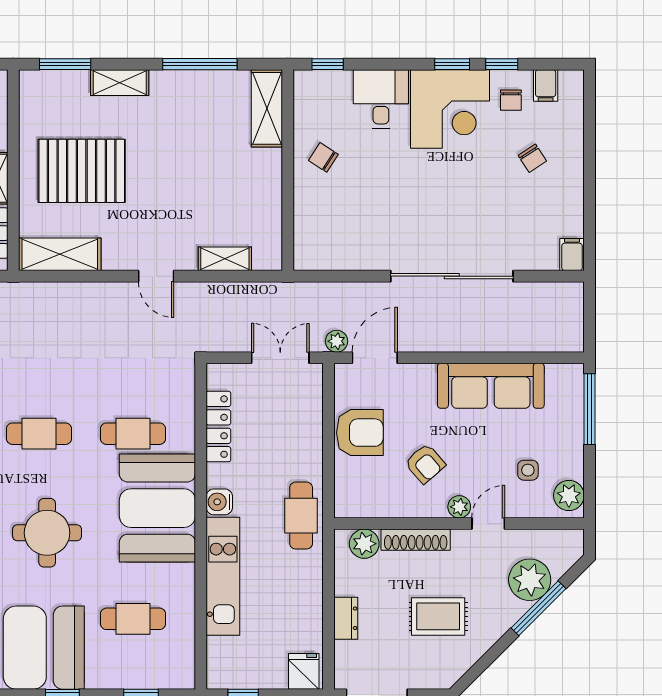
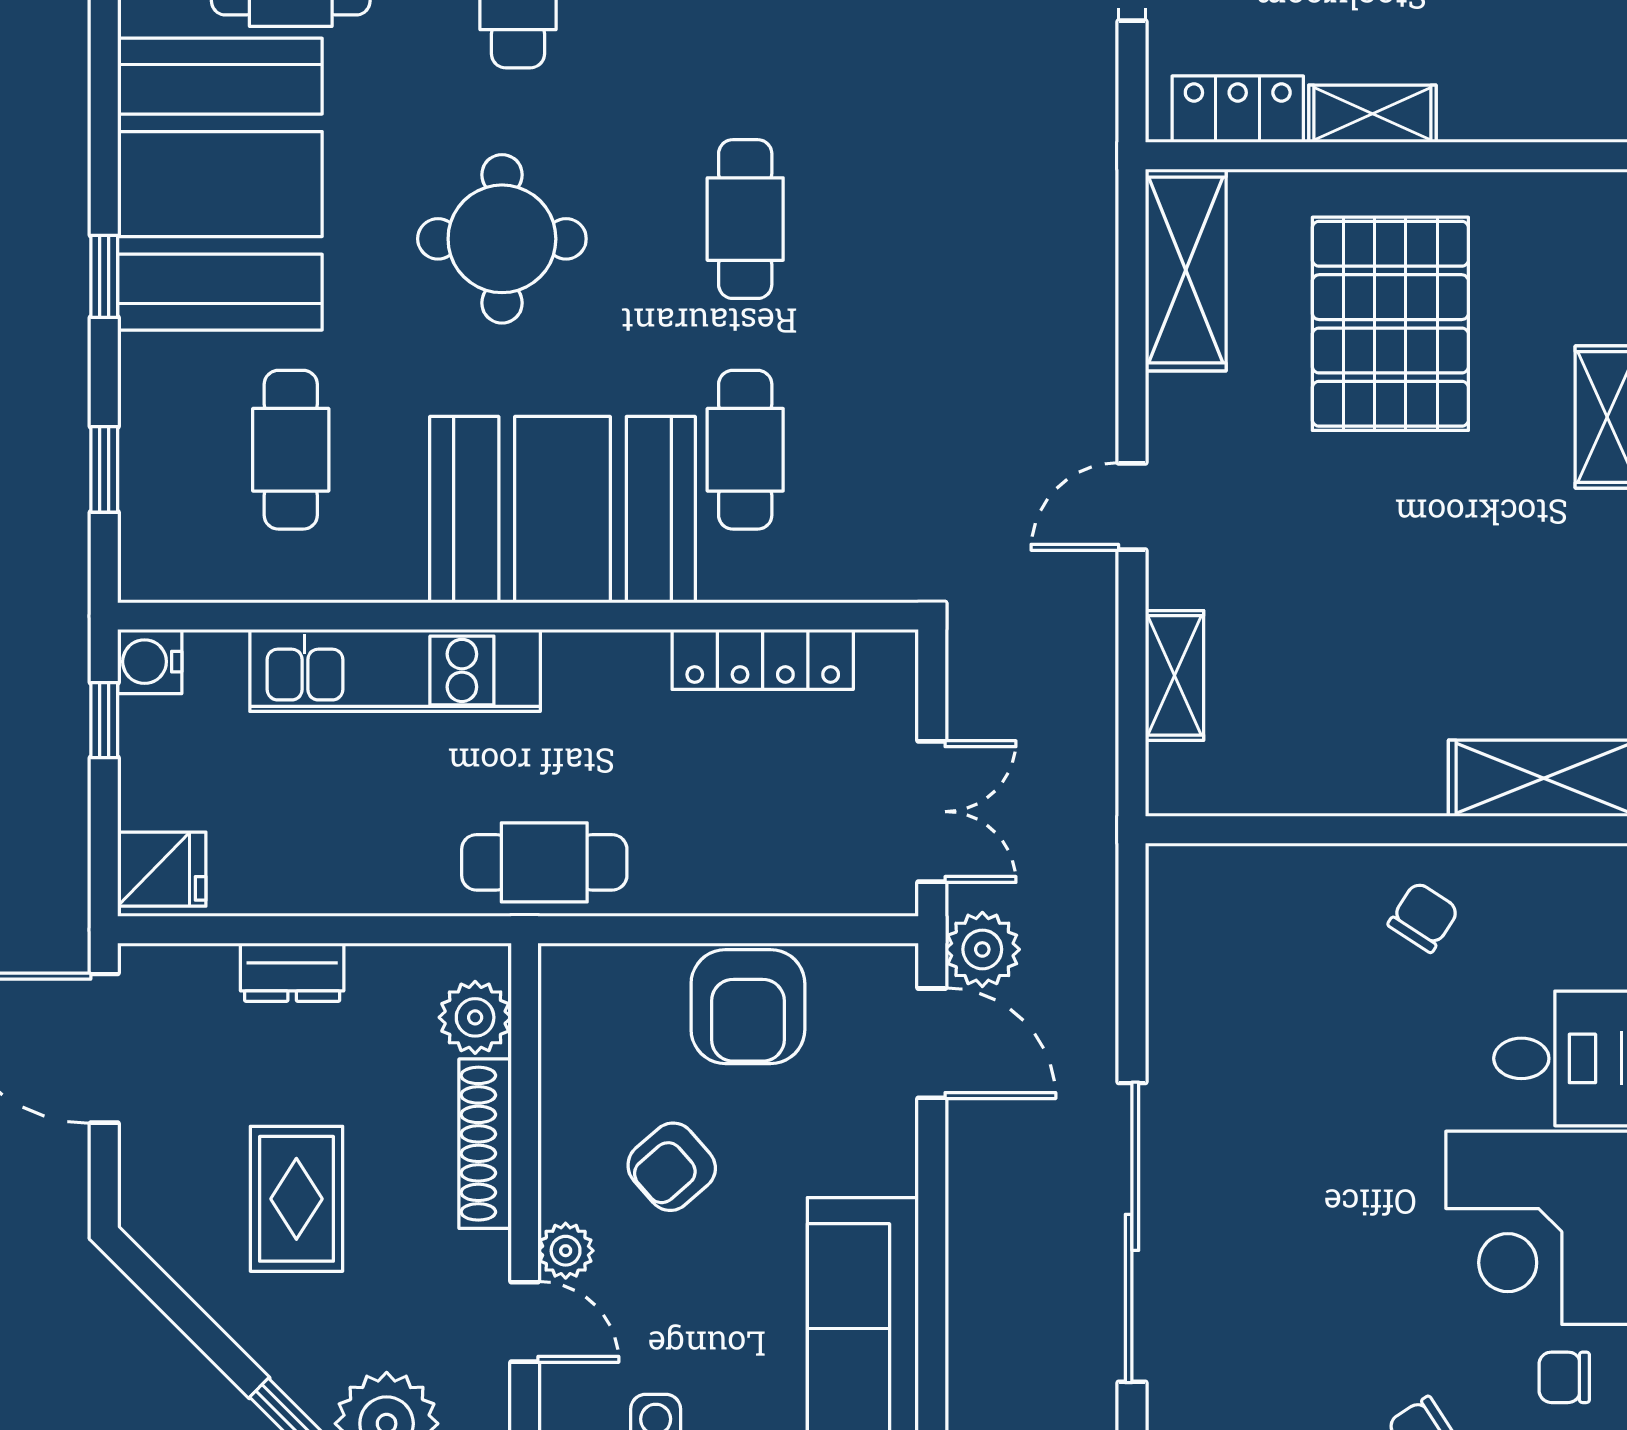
plant: (337, 341) -> (982, 949), width x1.38, depth x1.38
water cooler: (219, 502) -> (150, 662), moved, turned -90

